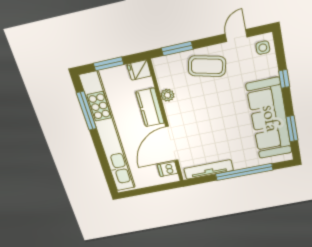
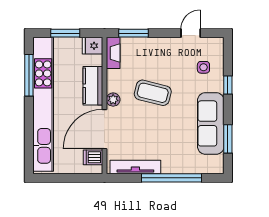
side table: (263, 48) -> (203, 67), moved
coffee table: (207, 66) -> (153, 93), moved
fireplace: (162, 73) -> (113, 53), added
plant: (168, 95) -> (113, 100), moved
sofa: (269, 119) -> (211, 123), width x0.74, depth x0.79

